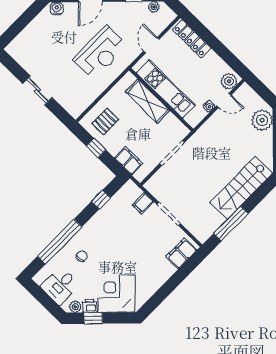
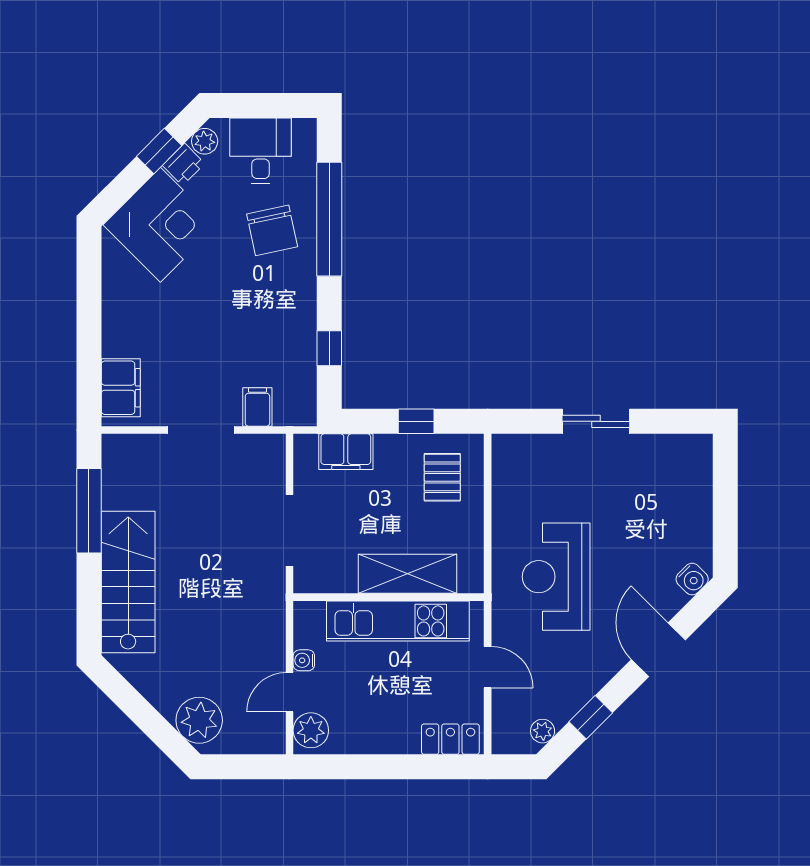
locker: (192, 39) -> (450, 739), width x0.66
chair: (82, 256) -> (272, 230), width x1.87, depth x1.87

